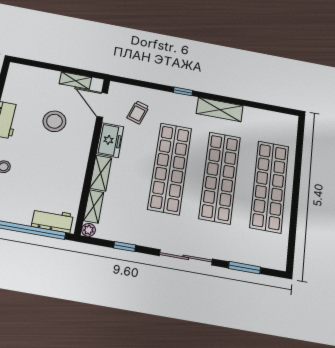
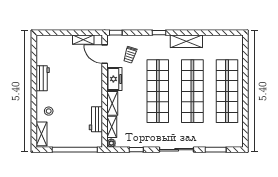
window: (123, 80) -> (116, 33), added
stool: (54, 121) -> (75, 73), removed
workbench: (52, 220) -> (96, 119), moved, turned -90

